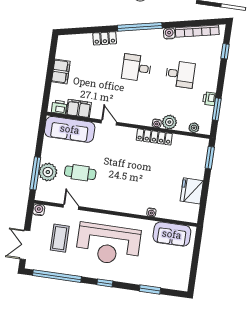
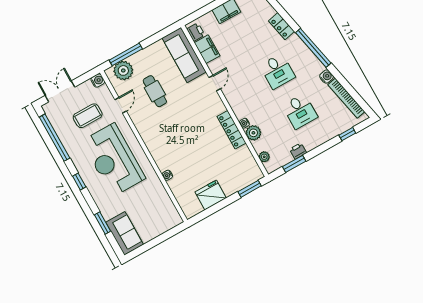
desk: (137, 68) -> (277, 71), turned 180
plant: (48, 172) -> (123, 70), moved
sofa: (172, 234) -> (125, 233), moved, turned 180

